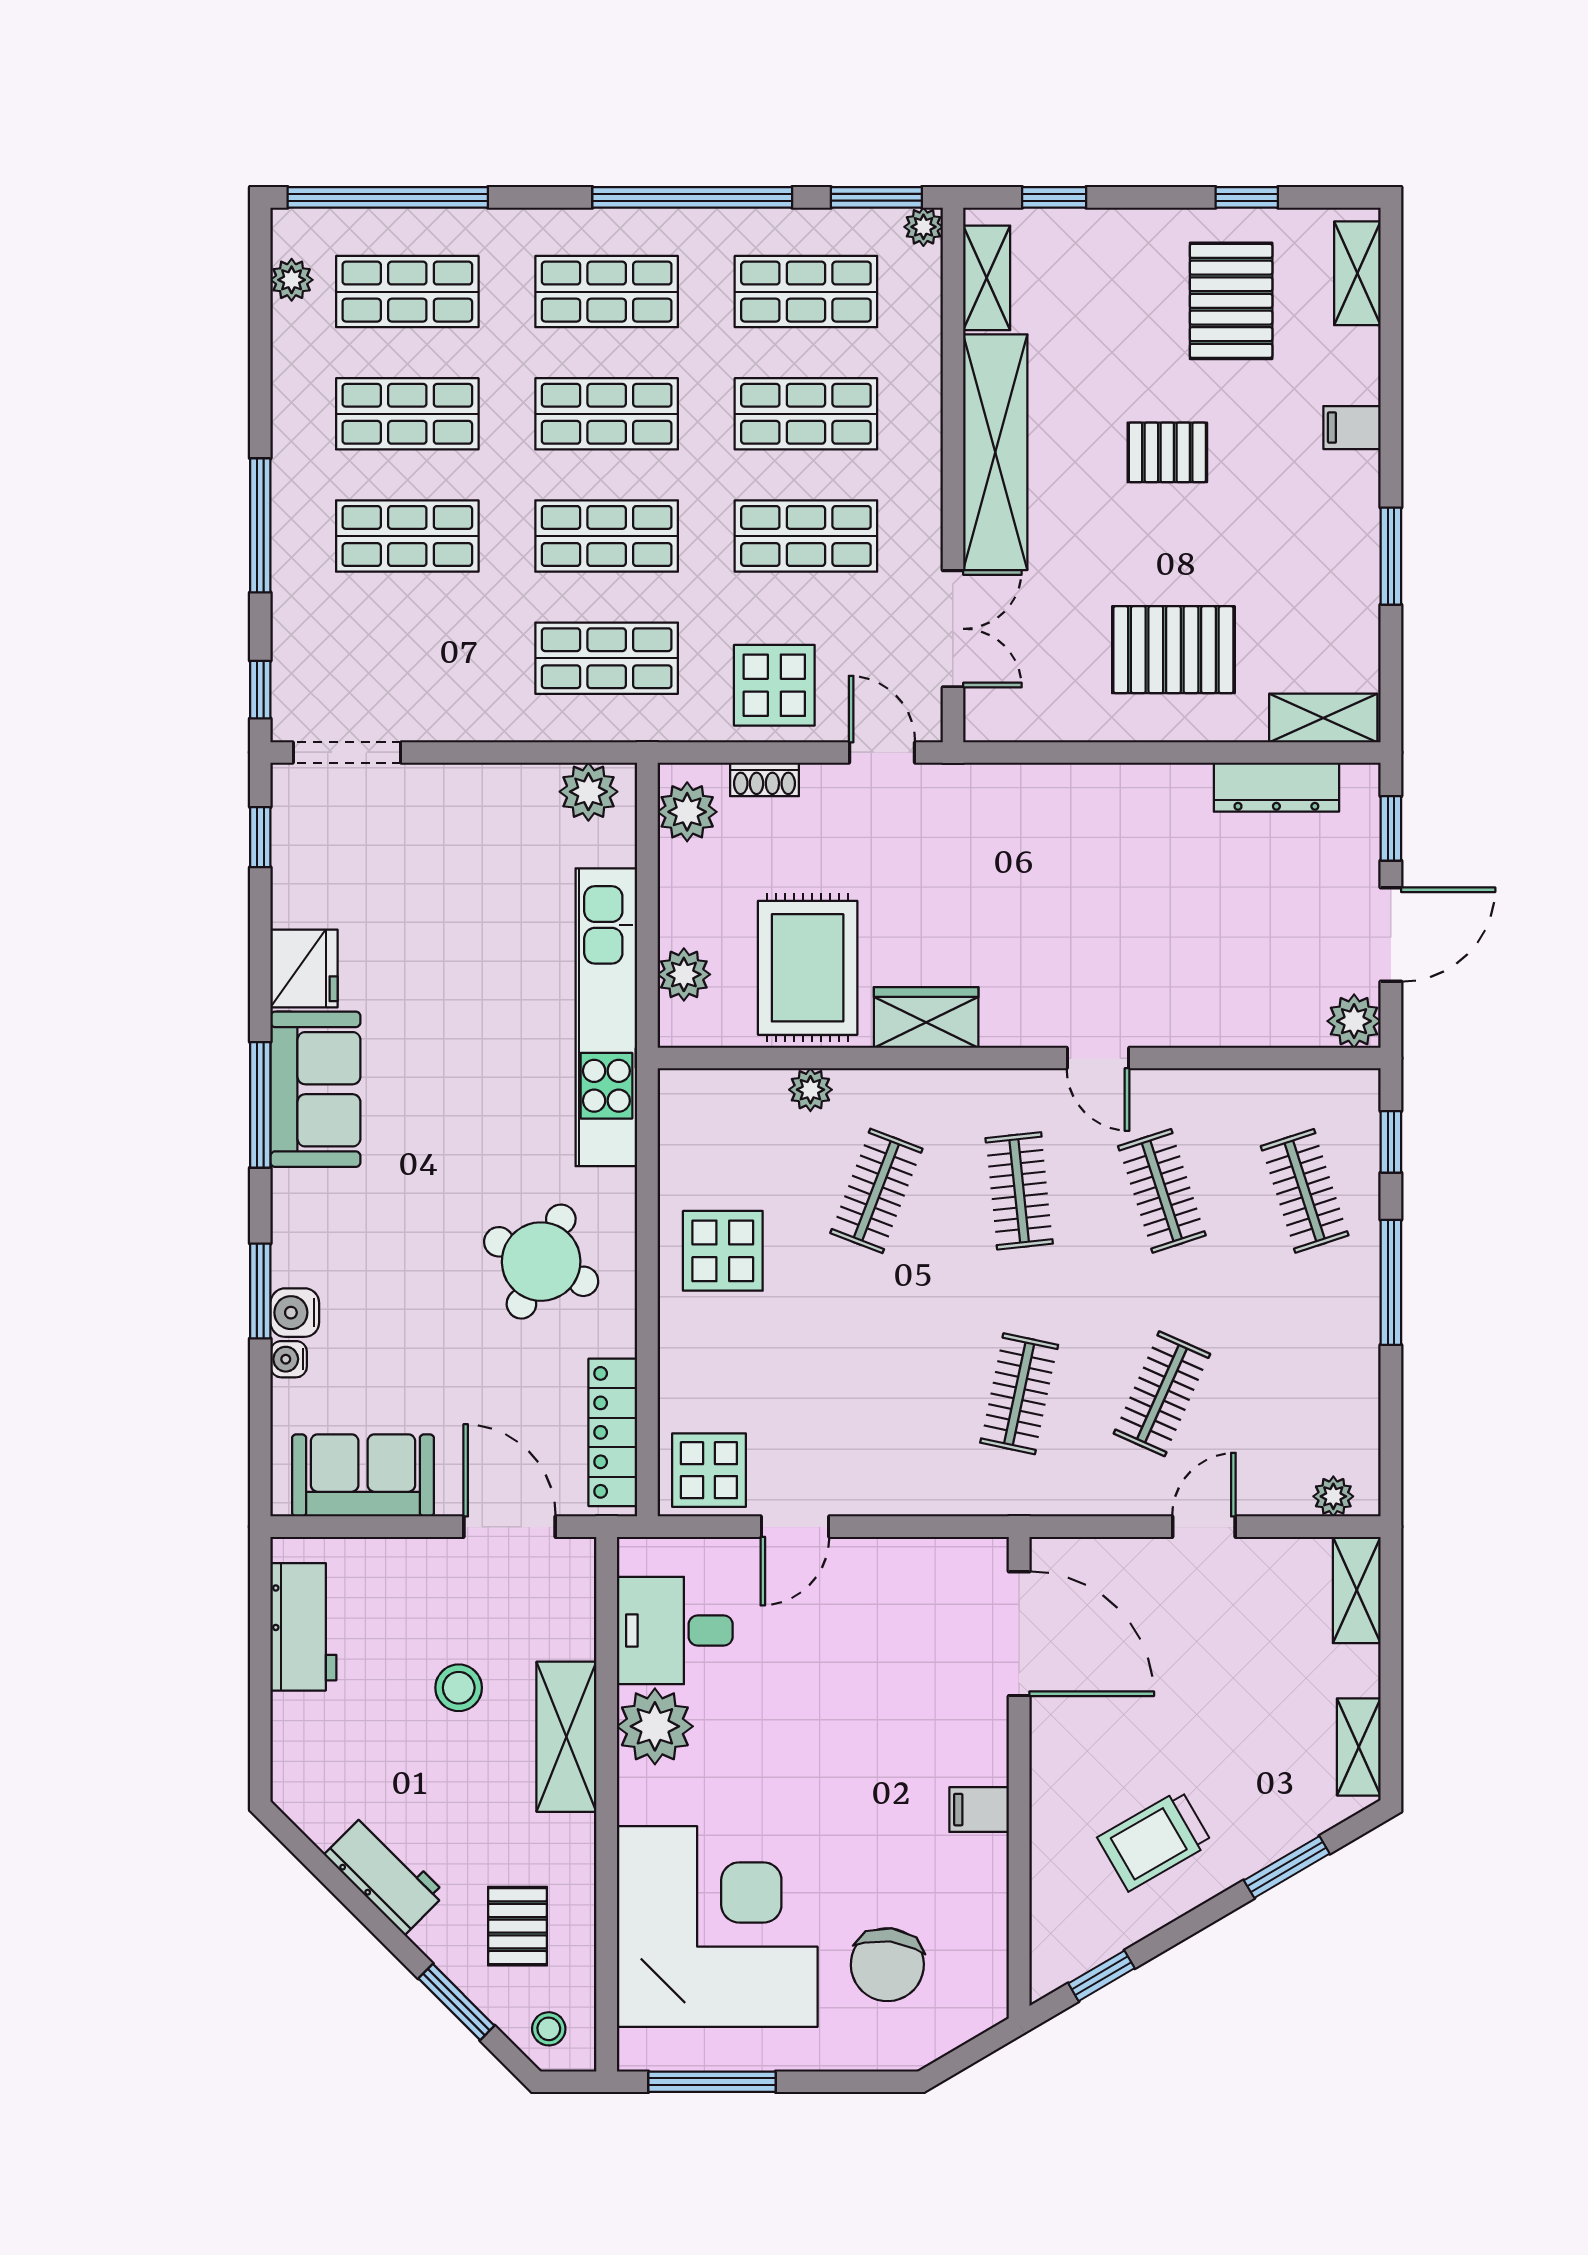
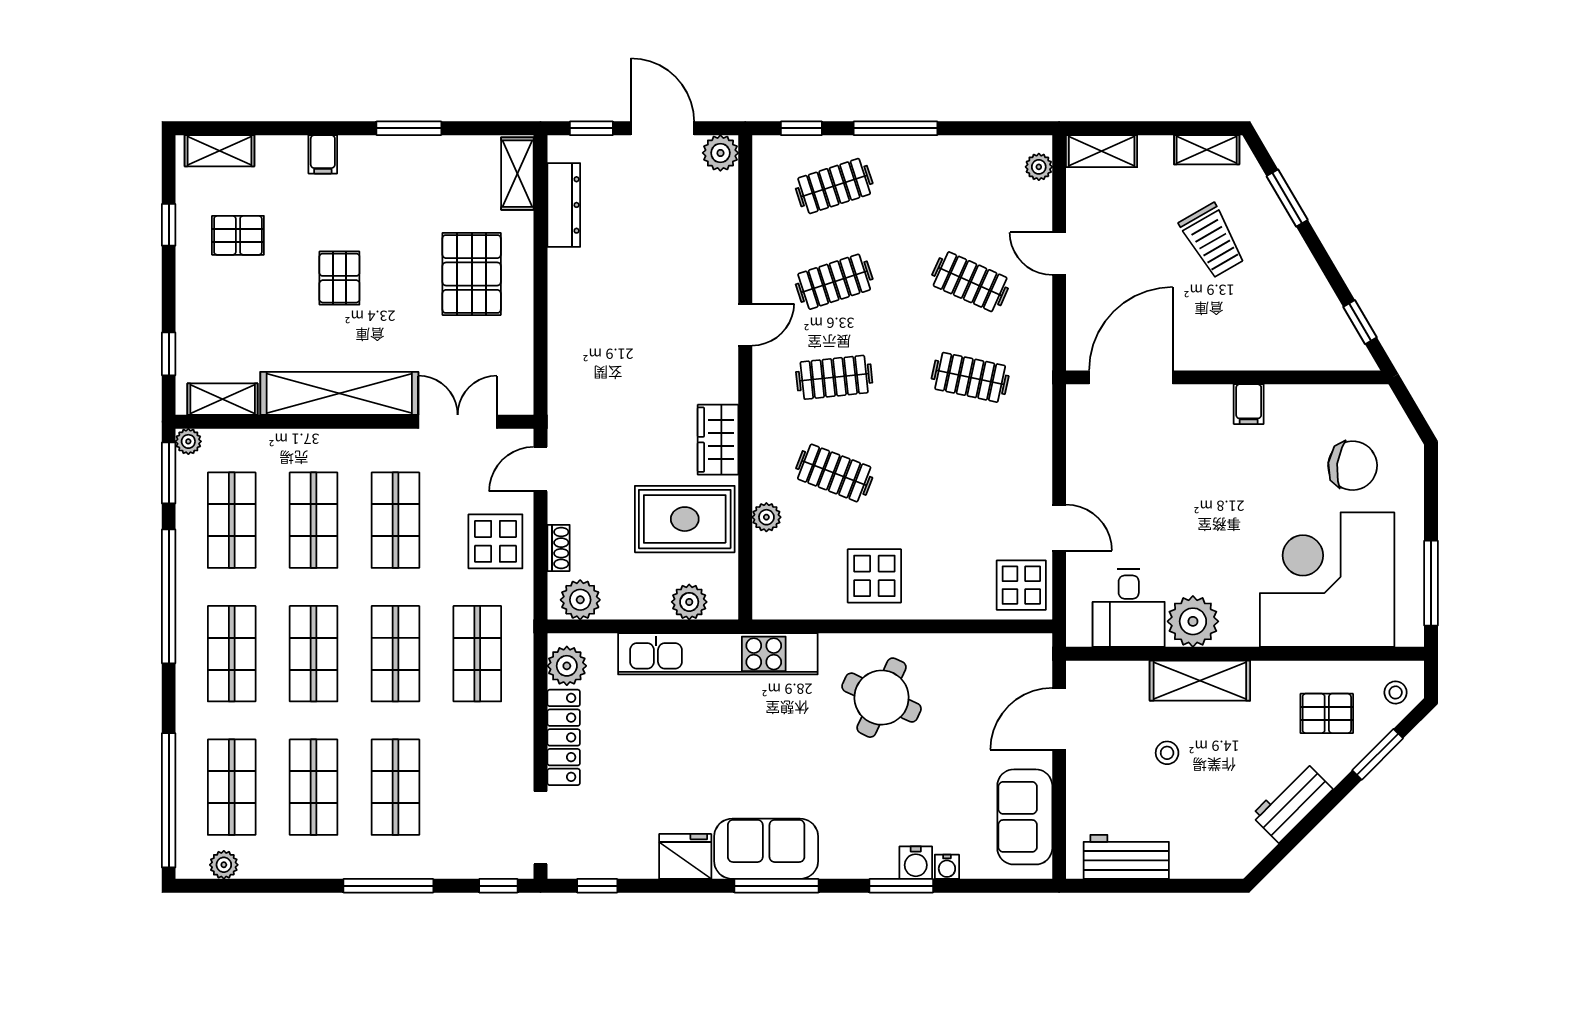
pallet: (1231, 301) -> (238, 235), width x0.67, depth x0.71
locker: (613, 1432) -> (564, 737), moved, turned -90
stool: (459, 1688) -> (1167, 753), width x0.73, depth x0.73
trolley: (1155, 1840) -> (1212, 241), moved

